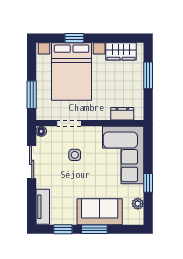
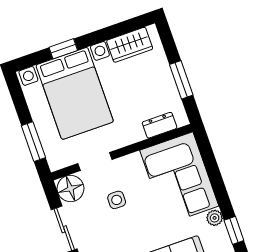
window: (148, 75) -> (181, 80), moved
floor lamp: (41, 131) -> (71, 189), width x1.89, depth x1.89
window: (148, 183) -> (234, 230), moved
plant: (138, 204) -> (215, 218), moved

